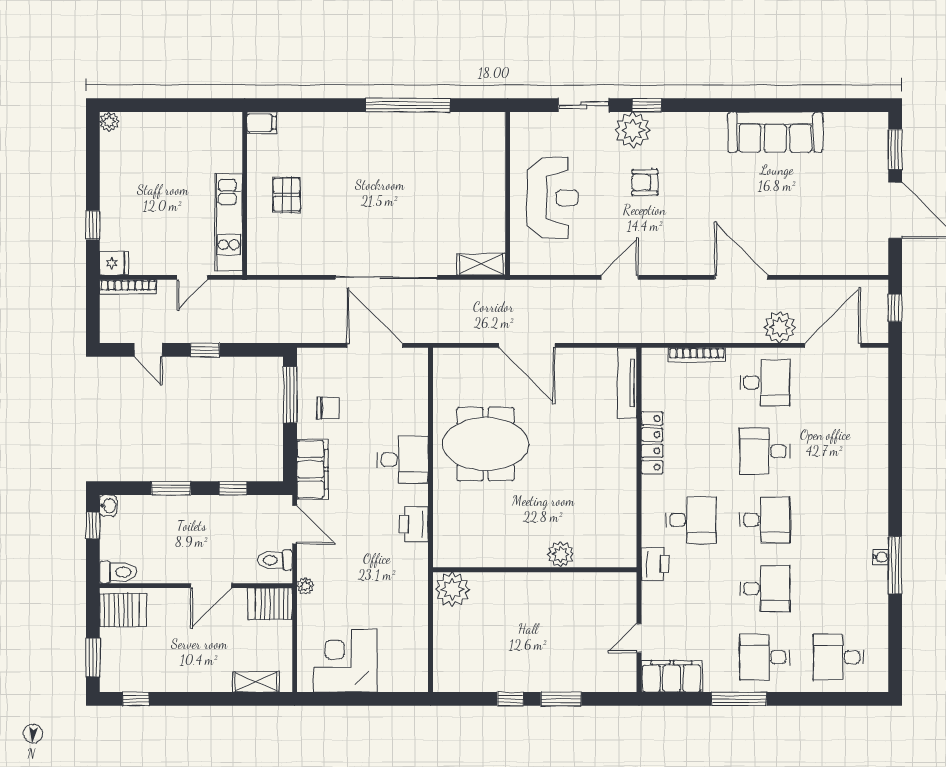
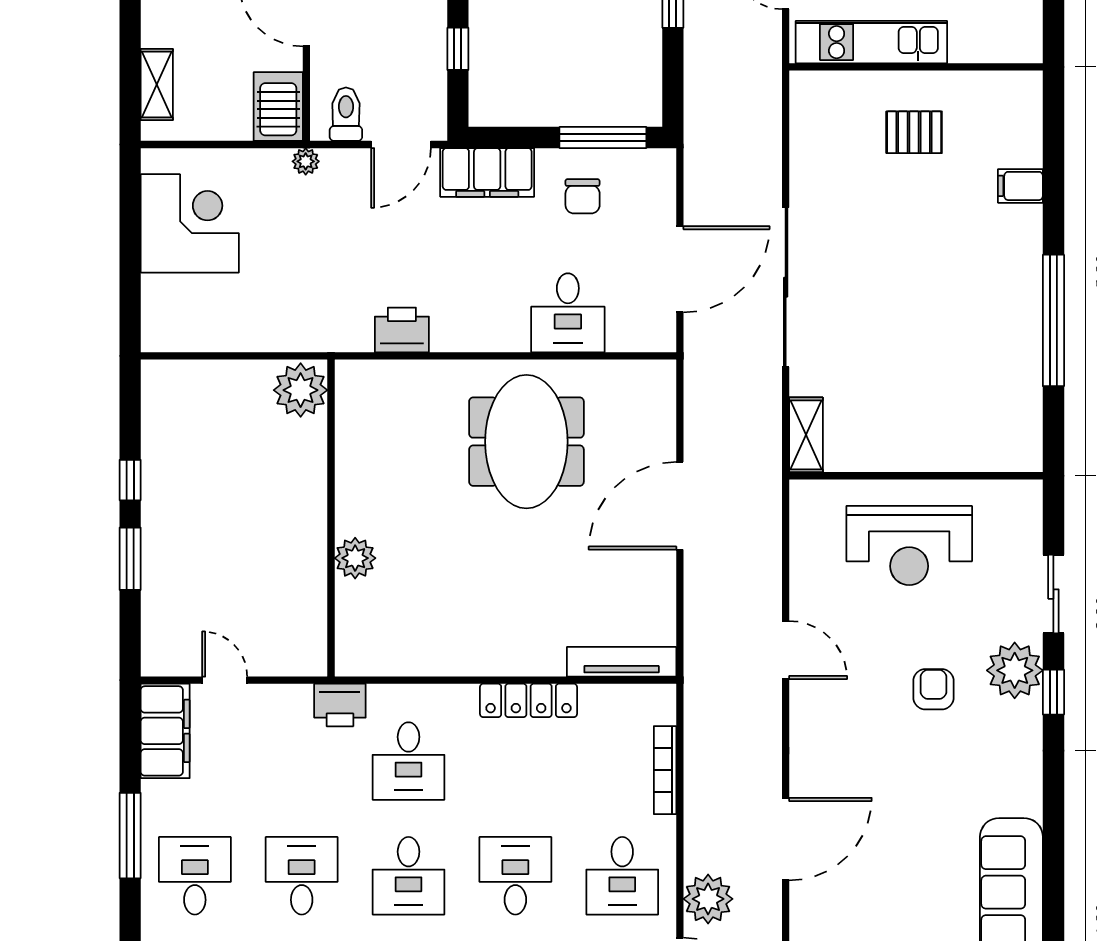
filing cabinet: (261, 123) -> (1020, 186), moved, turned 90
desk: (403, 460) -> (568, 313), moved
desk: (765, 589) -> (302, 876), turned 180

